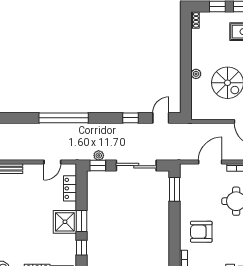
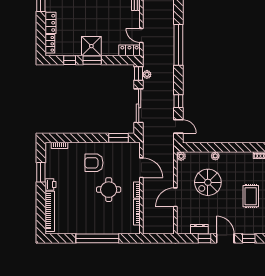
plant: (196, 115) -> (181, 156), added
locker: (70, 188) -> (129, 50), moved
armchair: (201, 232) -> (94, 163), moved, turned -90

